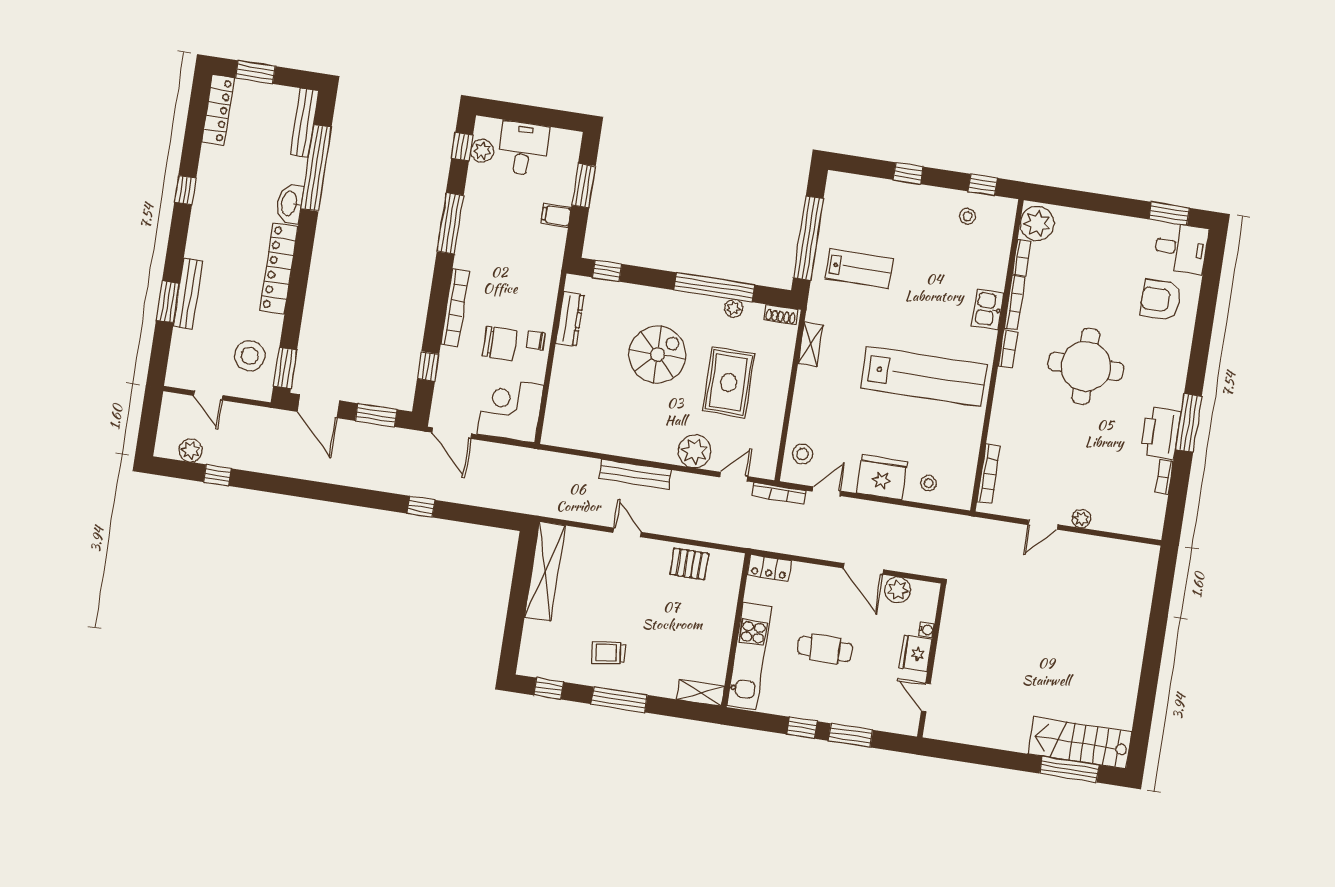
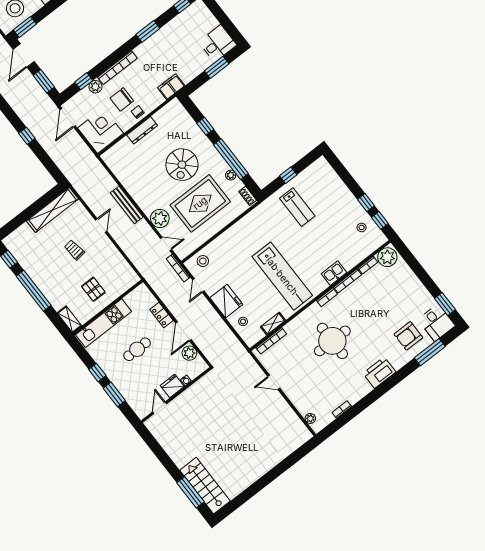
desk: (523, 148) -> (218, 43), moved
plant: (482, 151) -> (95, 87), moved
window: (908, 173) -> (366, 203), moved
filing cabinet: (556, 215) -> (171, 87), moved, width x2.00
window: (450, 223) -> (148, 31), width x0.69
window: (808, 238) -> (288, 175), width x0.32
window: (607, 271) -> (205, 126), moved
armchair: (1161, 300) -> (408, 336), turned -90
dresser: (570, 319) -> (142, 130), moved
chair: (500, 343) -> (122, 99), turned 90
shelving: (810, 344) -> (273, 324), moved
spiral stairs: (657, 354) -> (182, 165), turned 90
round table: (1086, 366) -> (332, 341), moved
rug: (729, 382) -> (200, 203), width x1.37, depth x1.44
window: (1189, 423) -> (430, 352), moved
printer: (1160, 433) -> (379, 373), moved
door: (826, 491) -> (198, 285), swing flipped
plant: (1081, 519) -> (310, 418), moved
pallet: (689, 564) -> (93, 289), moved
locker: (769, 568) -> (161, 315), moved
cafe table: (825, 649) -> (137, 349), turned 90
trolley: (609, 653) -> (74, 250), moved
window: (619, 700) -> (34, 291), width x1.46

